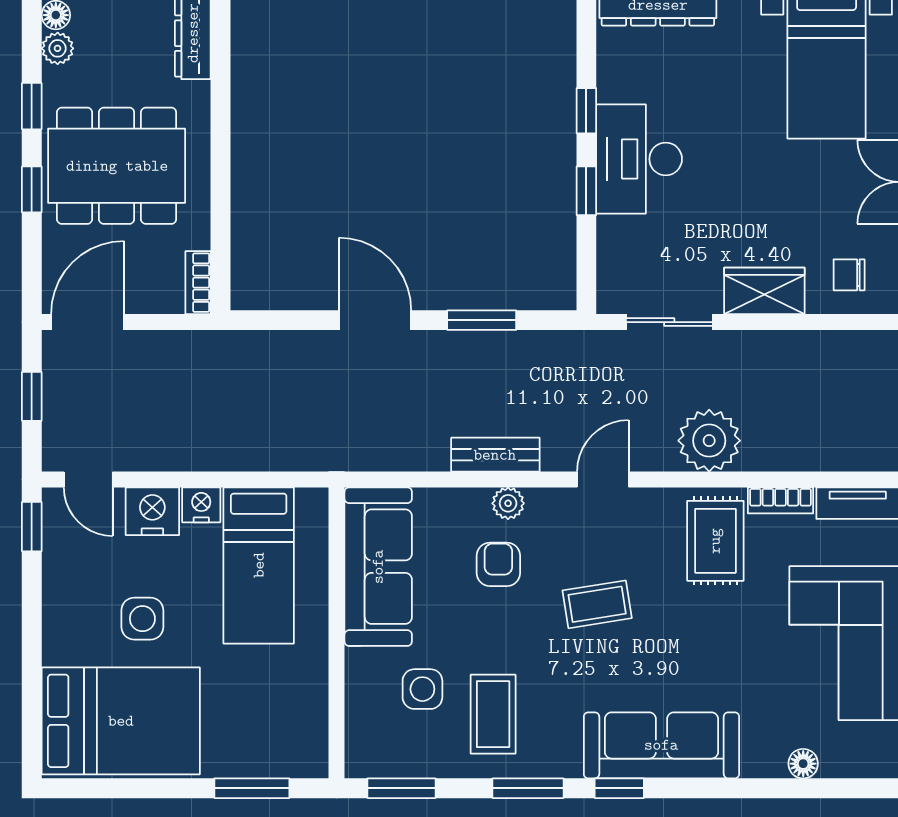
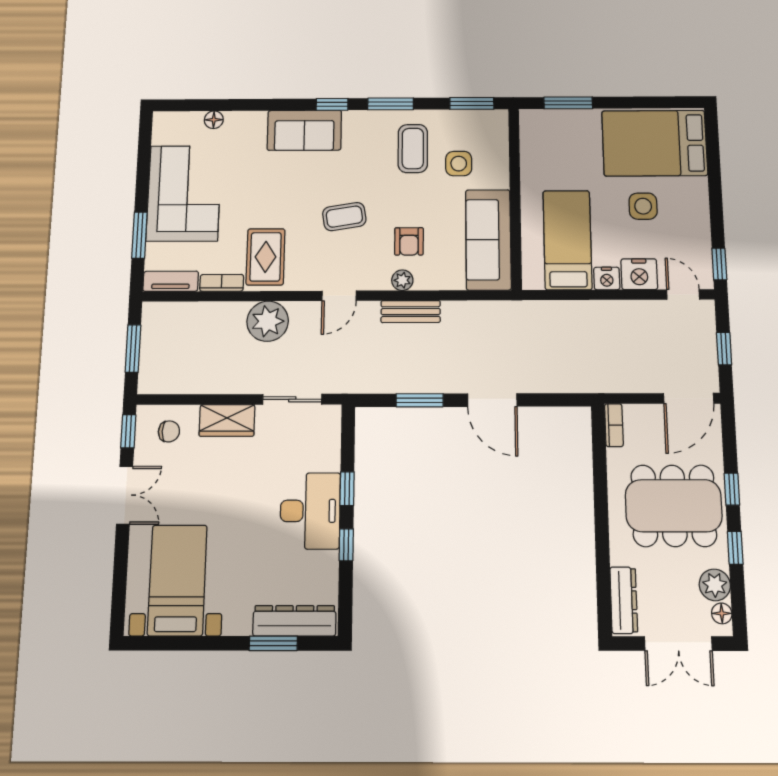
plant: (58, 48) -> (715, 585), width x1.38, depth x1.38
sofa: (661, 745) -> (304, 130), width x0.73

